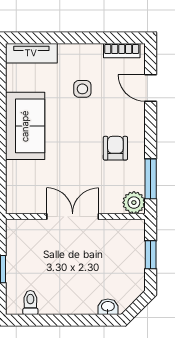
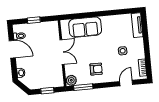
sofa: (25, 126) -> (85, 27), moved
door: (57, 320) -> (12, 49), added

